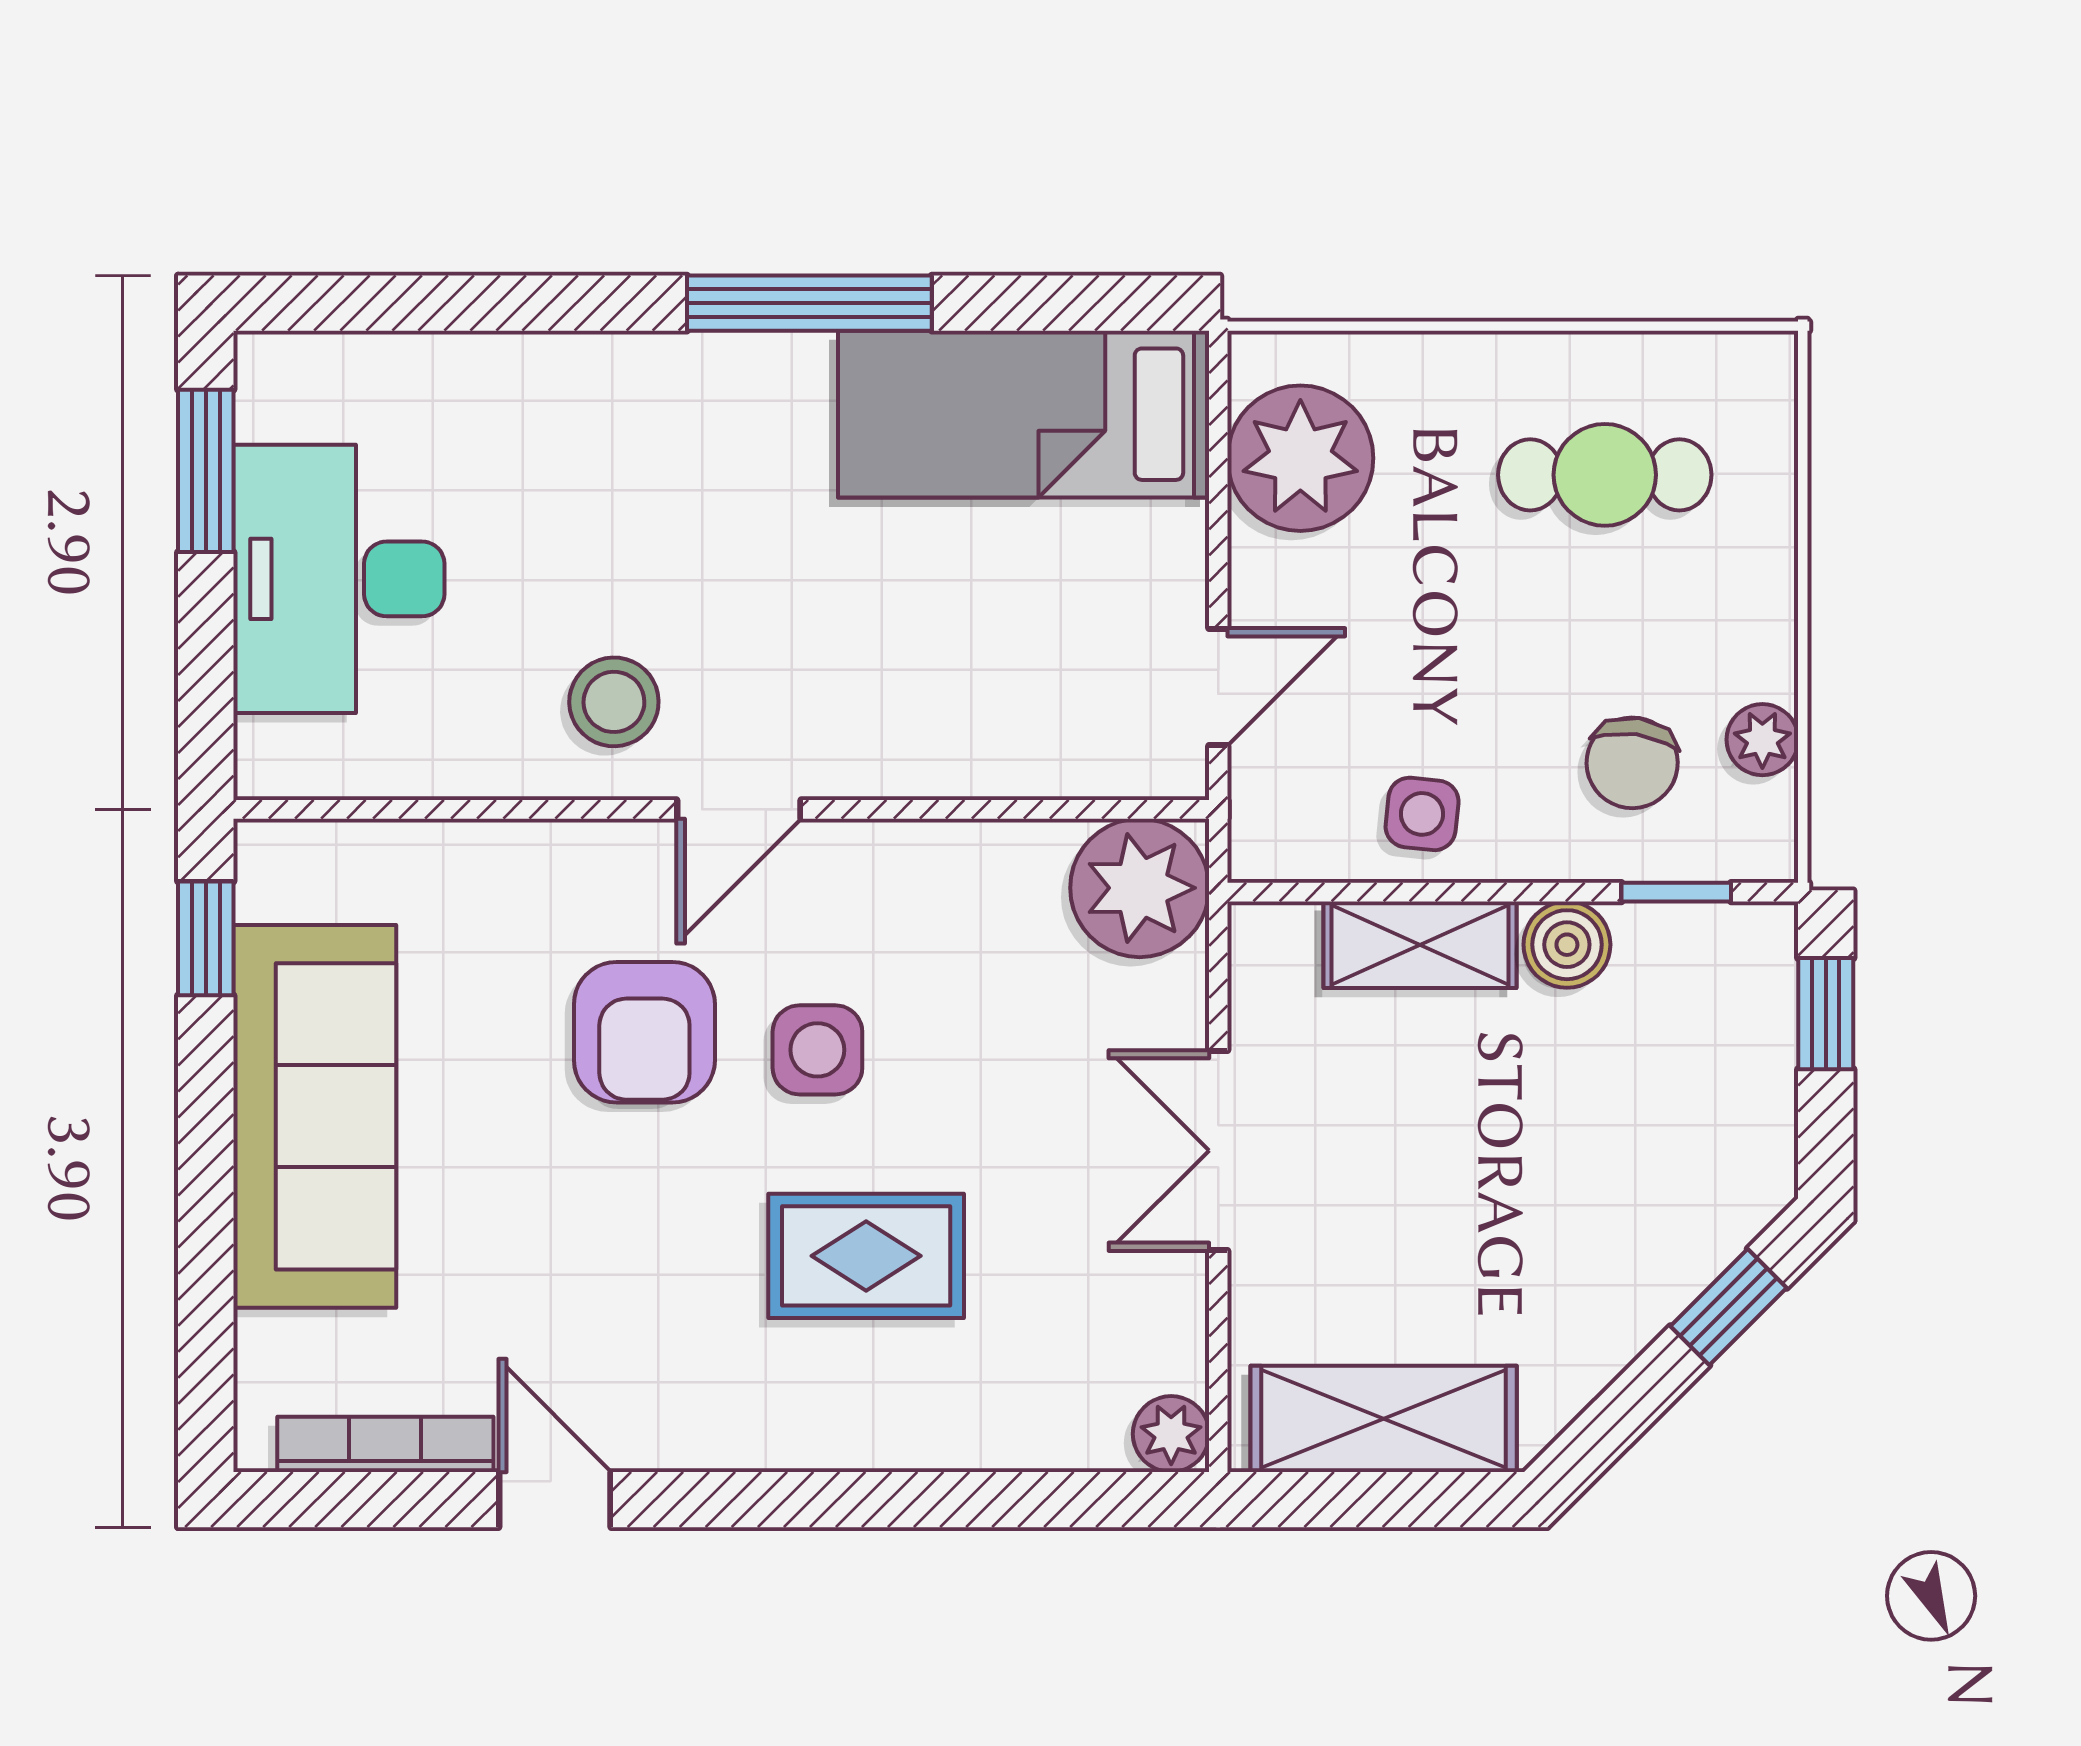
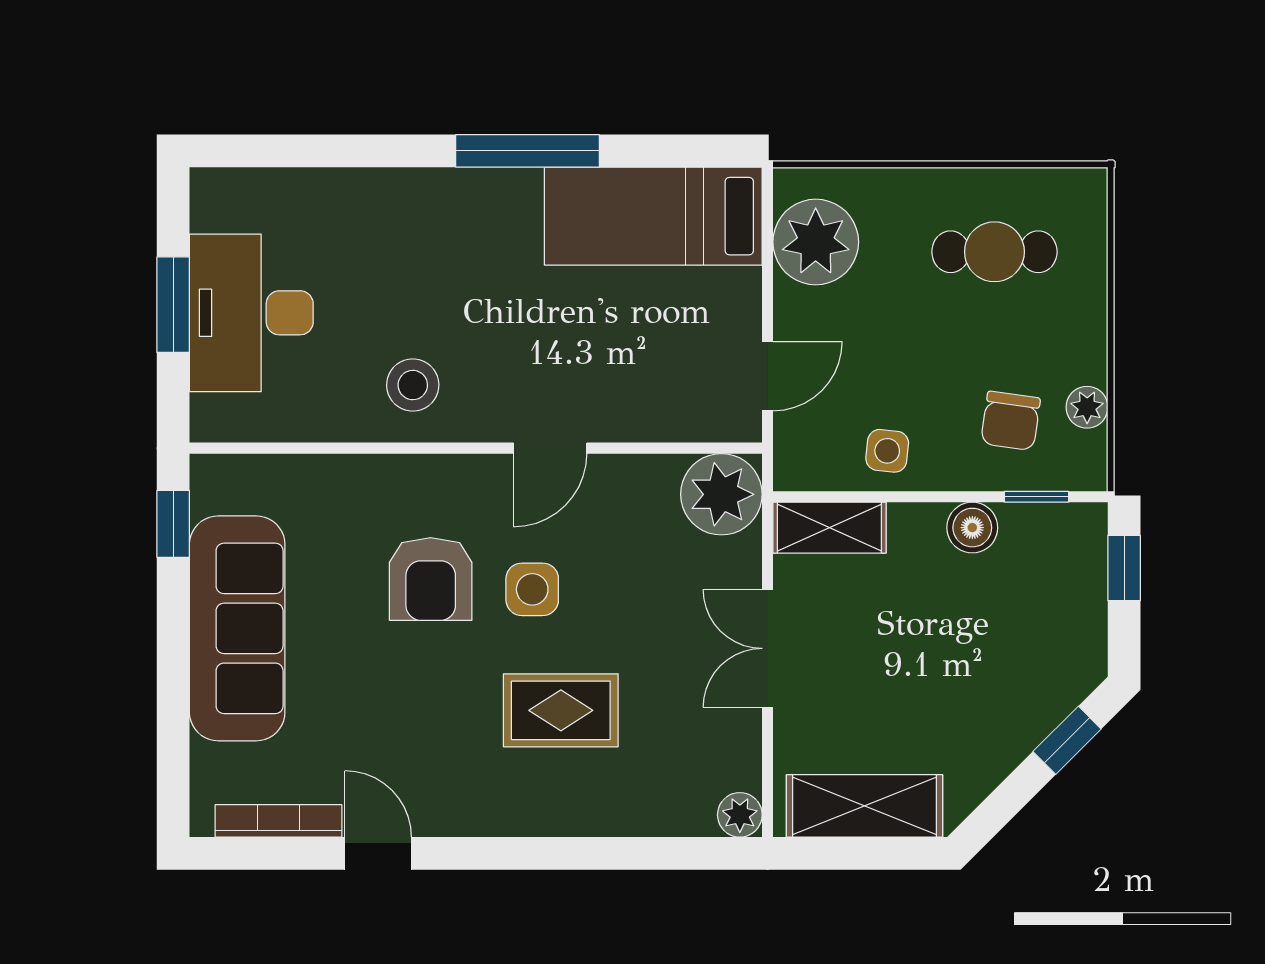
window: (206, 471) -> (173, 305), moved
door: (739, 809) -> (550, 448), moved
shelving: (1420, 945) -> (829, 528), moved

